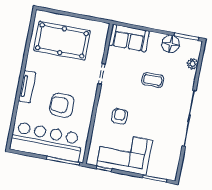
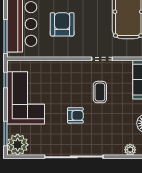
coffee table: (153, 80) -> (100, 92), moved
armchair: (120, 116) -> (75, 115), moved
plant: (167, 169) -> (18, 145), added

